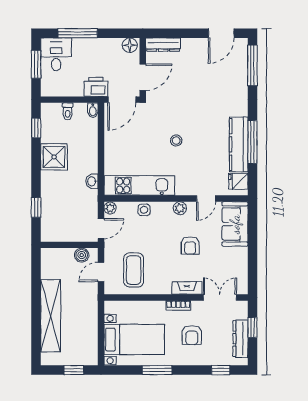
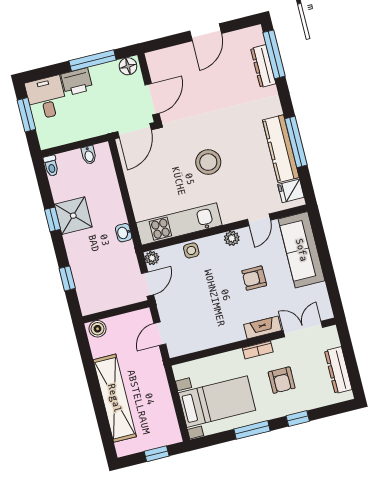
window: (78, 33) -> (93, 60), moved
door: (221, 33) -> (206, 32), moved
dresser: (163, 45) -> (263, 66), moved, turned 90
printer: (96, 87) -> (77, 82), moved, turned 180
bidet: (93, 110) -> (89, 155), moved
toilet: (68, 111) -> (51, 166), moved
window: (36, 128) -> (52, 219), moved
stool: (176, 141) -> (208, 162), width x1.89, depth x1.89
sofa: (235, 224) -> (302, 250), width x1.36
armchair: (190, 246) -> (254, 278), turned 90
boiler: (82, 255) -> (98, 329), moved
coffee table: (134, 270) -> (197, 322), removed
window: (252, 327) -> (349, 354), removed
window: (221, 370) -> (298, 419), moved

